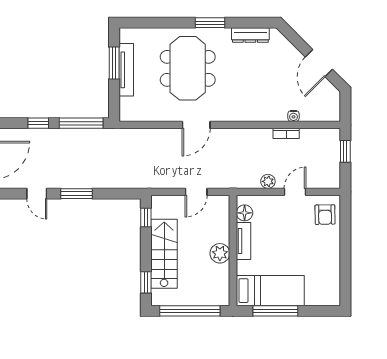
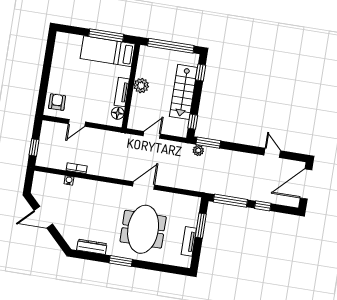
window: (114, 63) -> (201, 226), moved
door: (319, 63) -> (43, 217), swing flipped
tv unit: (126, 70) -> (189, 241), width x0.71
plant: (268, 181) -> (198, 150), moved
window: (77, 194) -> (208, 143), moved

